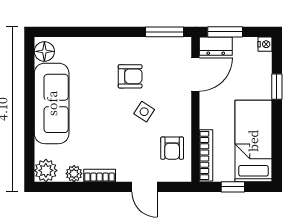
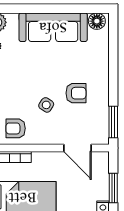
window: (225, 32) -> (113, 188), moved
dresser: (216, 46) -> (101, 165), removed
armchair: (130, 76) -> (76, 93), turned -90

